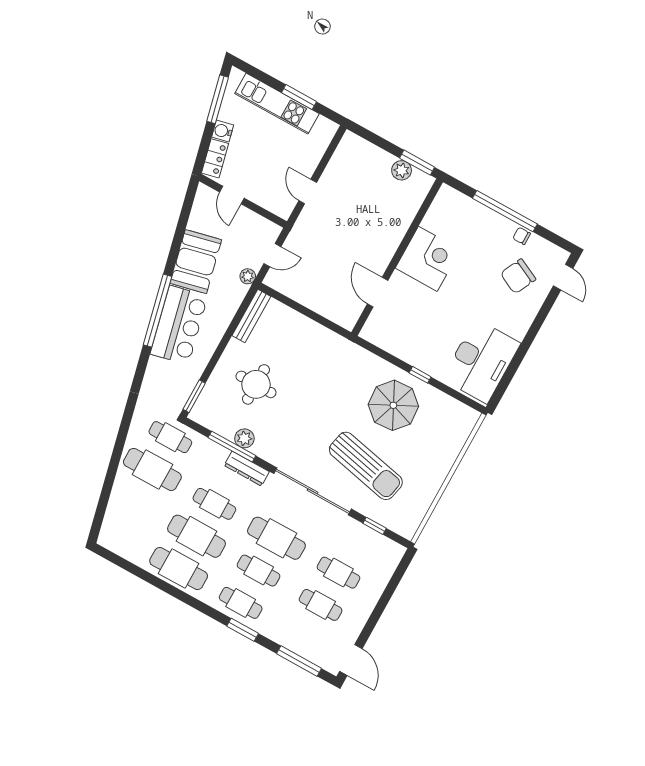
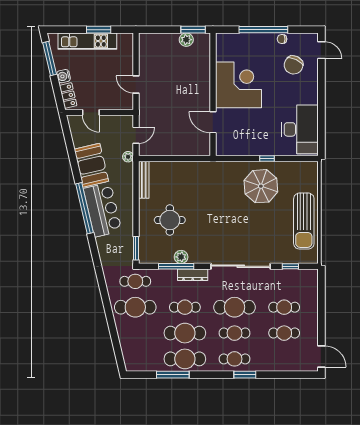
corner desk: (428, 259) -> (238, 85), width x1.36, depth x1.36
sun lounger: (366, 466) -> (304, 221), moved, turned 78
window: (299, 661) -> (173, 375), moved

